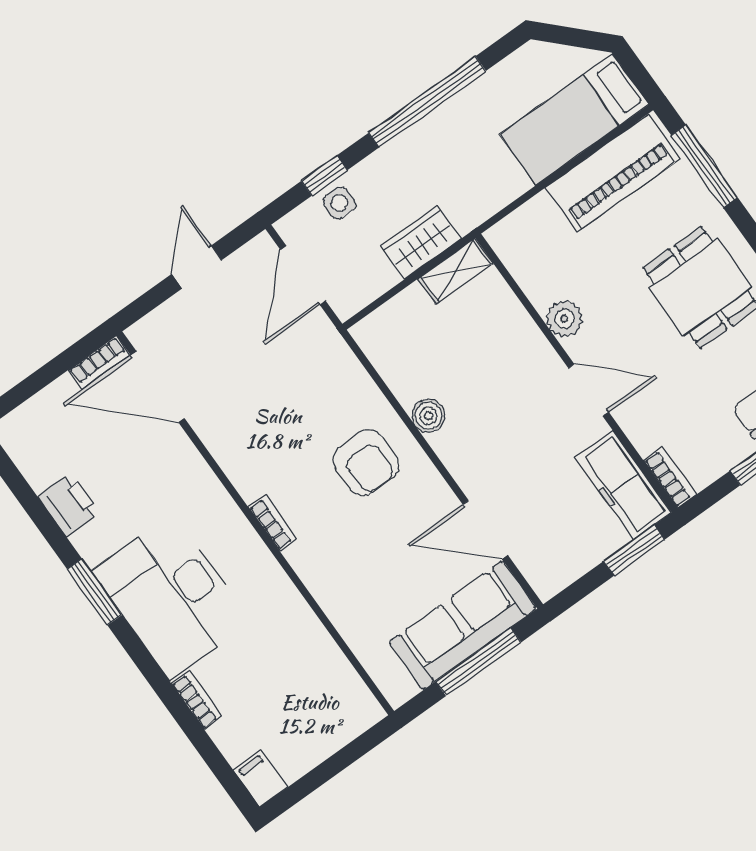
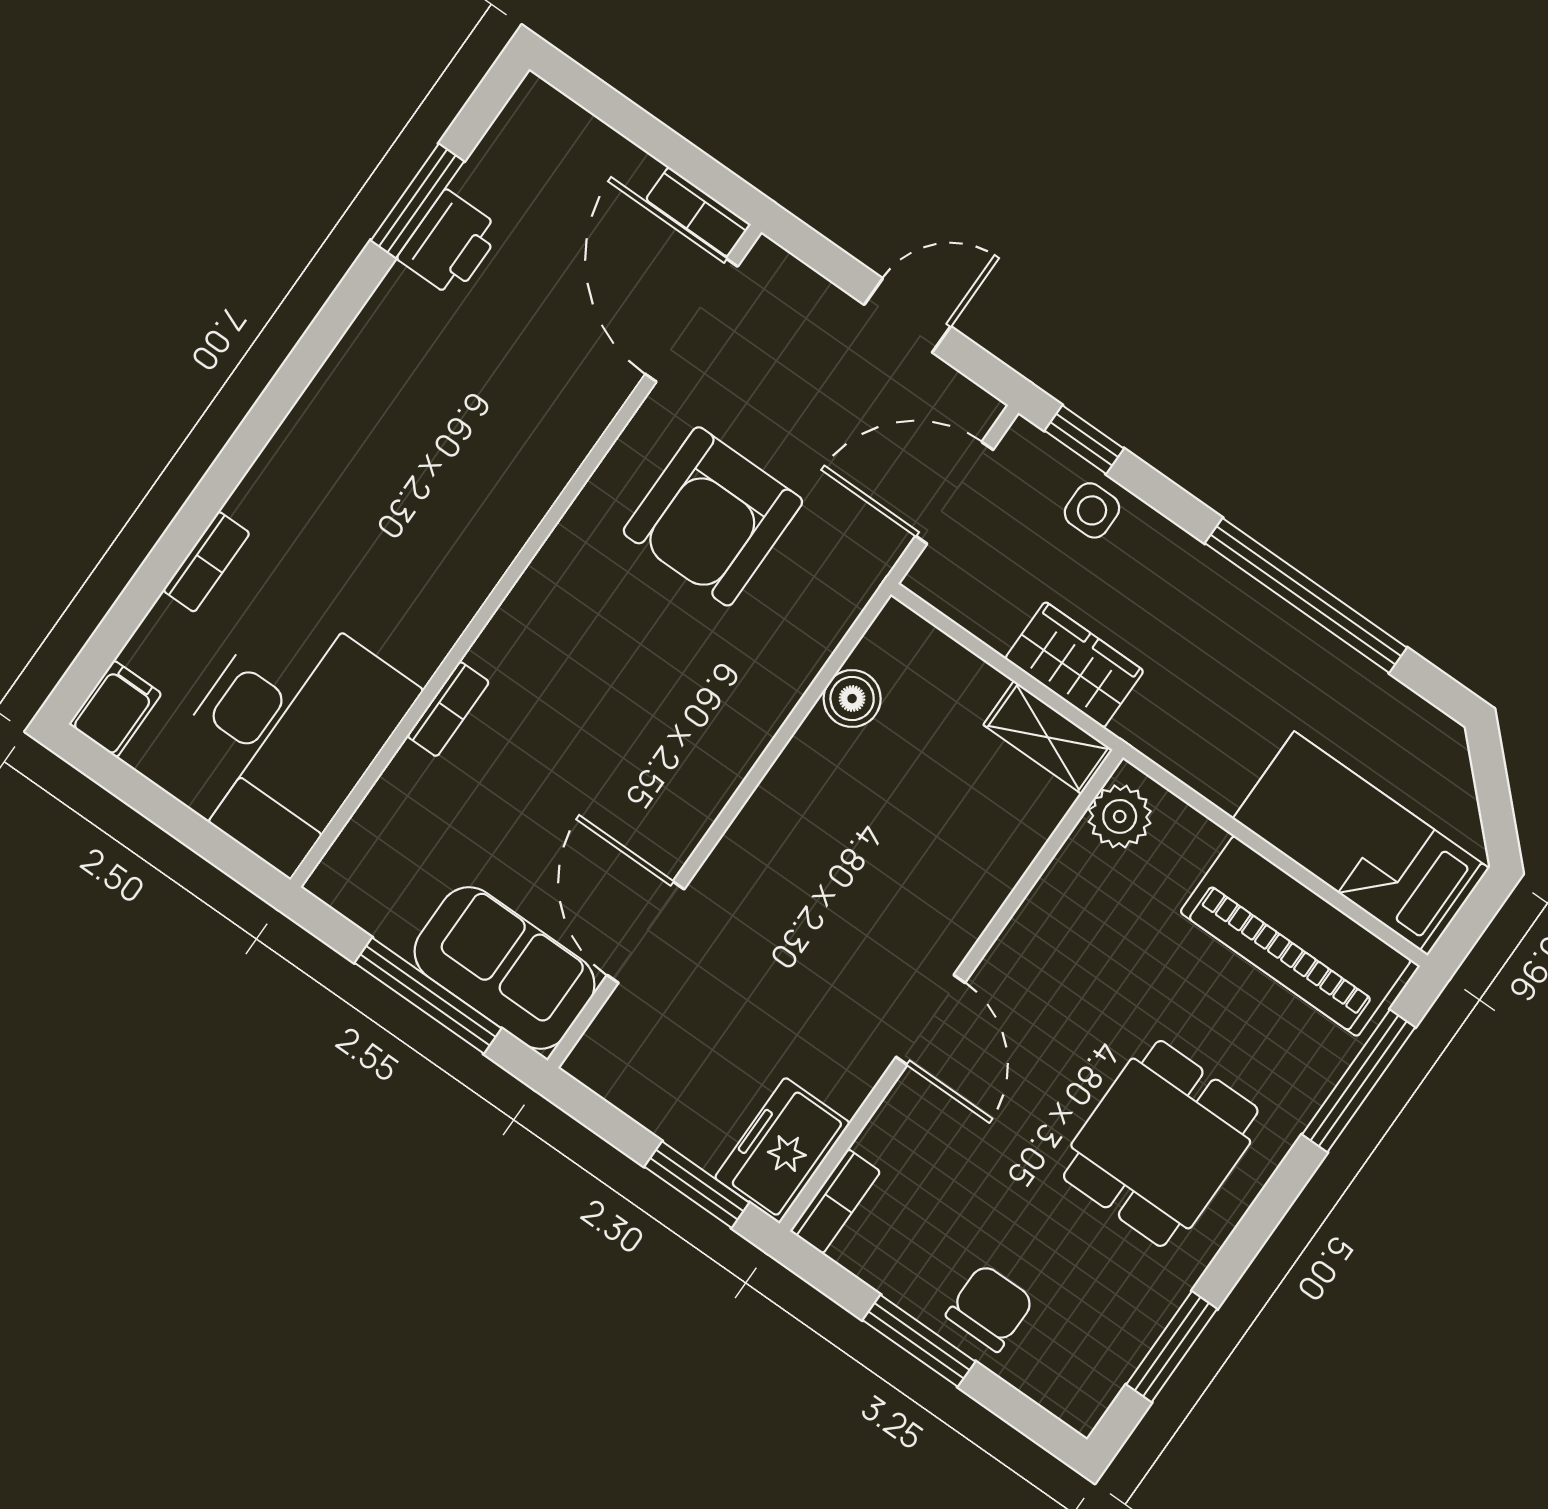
window: (324, 175) -> (1084, 440), moved
plant: (564, 319) -> (1120, 816), moved
boiler: (428, 416) -> (852, 699), moved
armchair: (366, 463) -> (713, 516), moved, width x1.36, depth x1.36
freezer: (623, 485) -> (782, 1150), width x0.71
bookcase: (273, 523) -> (448, 709), moved
window: (95, 592) -> (417, 201), moved
desk: (171, 597) -> (286, 735), moved, turned 180
sofa: (463, 625) -> (505, 968), width x0.73

